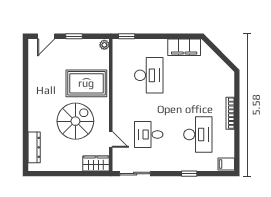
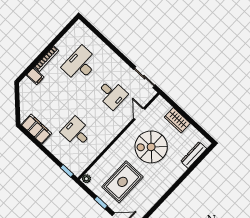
desk: (149, 75) -> (76, 132), width x0.73
rug: (86, 83) -> (123, 182), moved, turned 90
wardrobe: (96, 163) -> (177, 120), moved
filing cabinet: (226, 164) -> (35, 76), moved
window: (189, 174) -> (109, 44), removed

